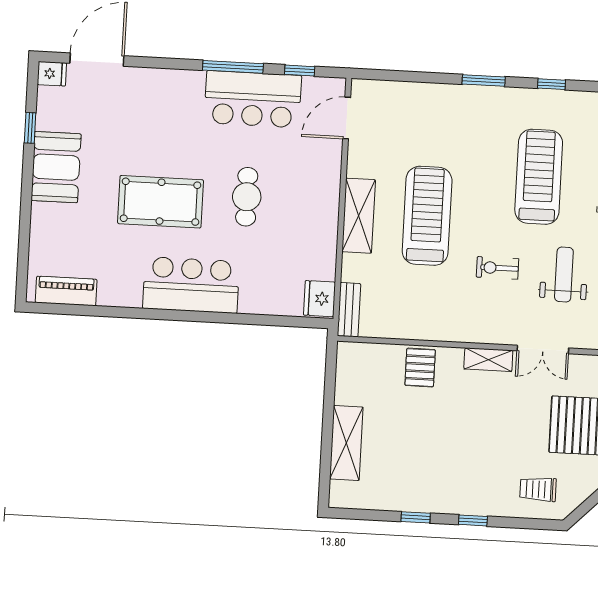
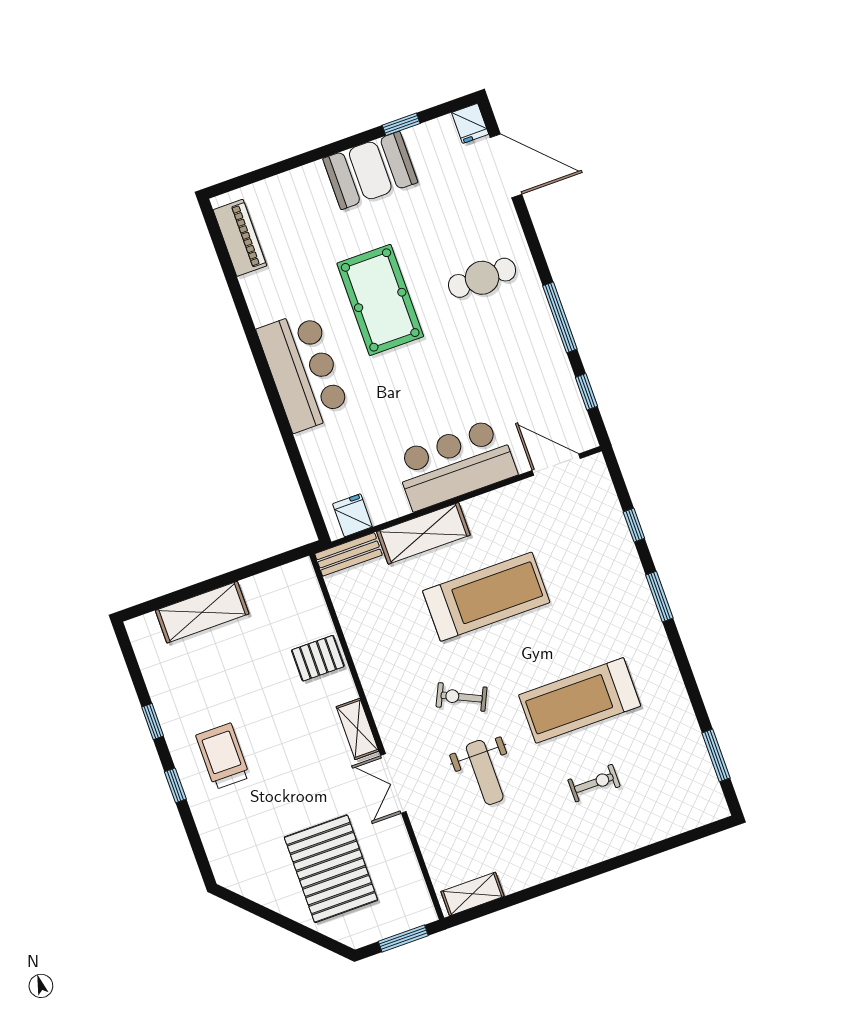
window: (552, 84) -> (634, 525), moved
bar counter: (253, 99) -> (455, 464), moved, turned 90
treadmill: (539, 177) -> (580, 700), turned 180
cafe table: (247, 197) -> (482, 278), moved
shelving: (359, 216) -> (423, 533), moved
exercise bike: (497, 268) -> (462, 697), turned -65
weight bench: (564, 274) -> (485, 772), turned 90
fridge: (319, 299) -> (352, 515), width x0.72
trolley: (538, 489) -> (223, 756), moved, width x1.36, depth x1.39

